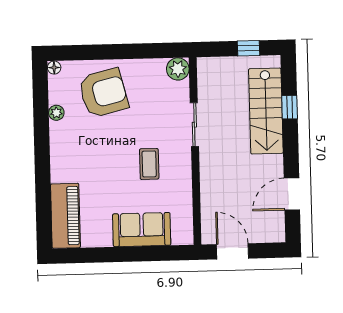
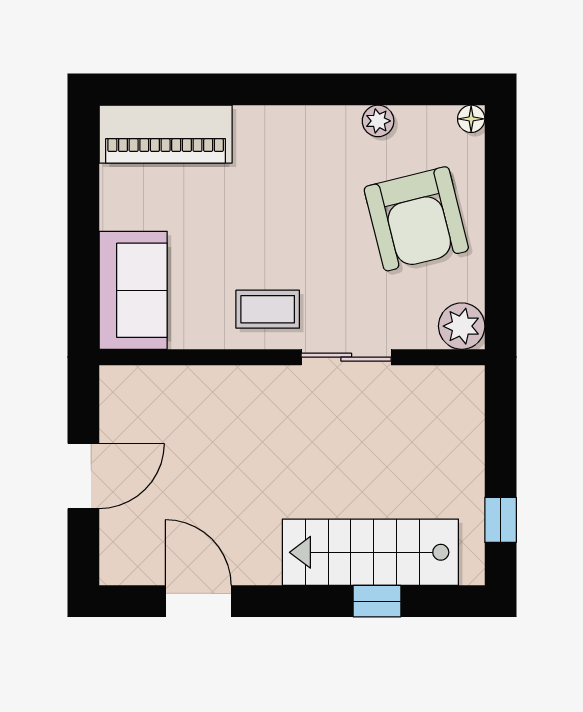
plant: (178, 69) -> (462, 326), moved
sliding door: (194, 125) -> (346, 357), moved
wall: (195, 151) -> (292, 357), moved

